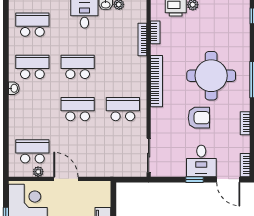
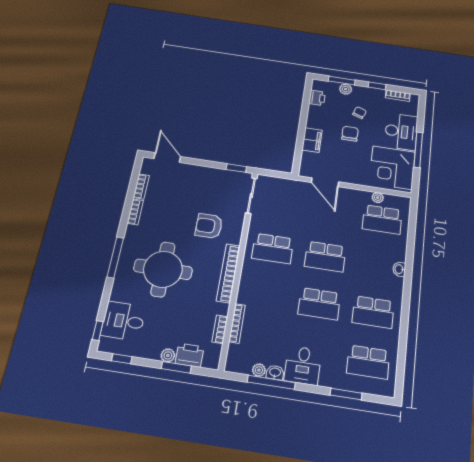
washbasin: (14, 88) -> (399, 269), moved
armchair: (199, 118) -> (209, 226), moved
desk: (201, 161) -> (123, 321), moved, turned -90
bookcase: (245, 165) -> (141, 186), moved
door: (66, 179) -> (325, 182), moved
window: (195, 180) -> (236, 168), moved

